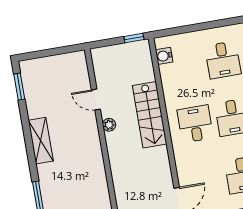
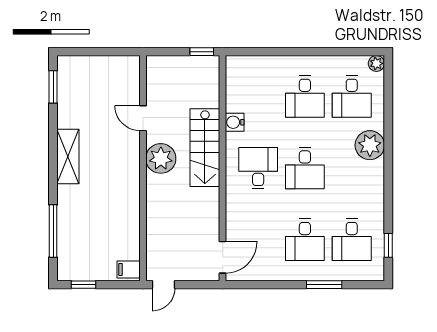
water cooler: (164, 56) -> (235, 122), moved
plant: (109, 125) -> (161, 158), width x1.88, depth x1.88

